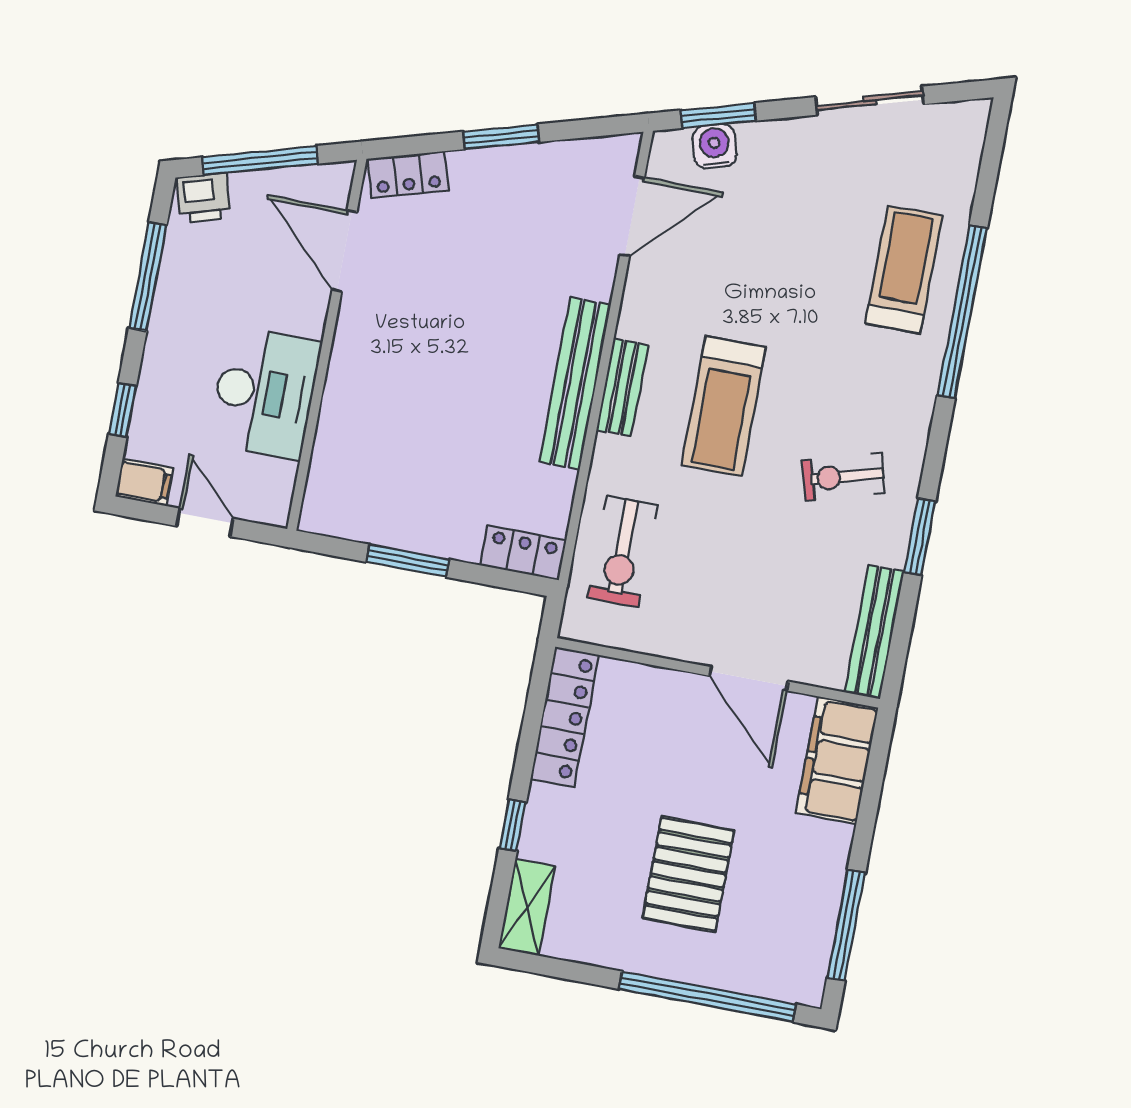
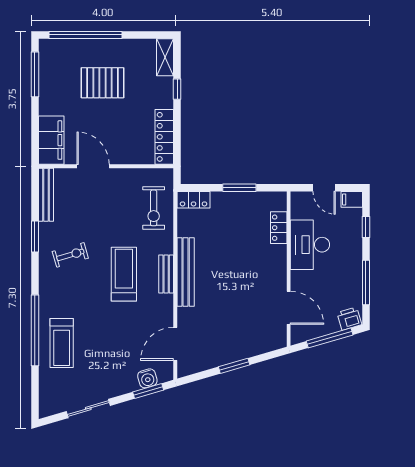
locker: (408, 174) -> (279, 228), moved, turned -74
exercise bike: (622, 551) -> (154, 208), turned 180
pallet: (688, 874) -> (102, 83), turned 90

